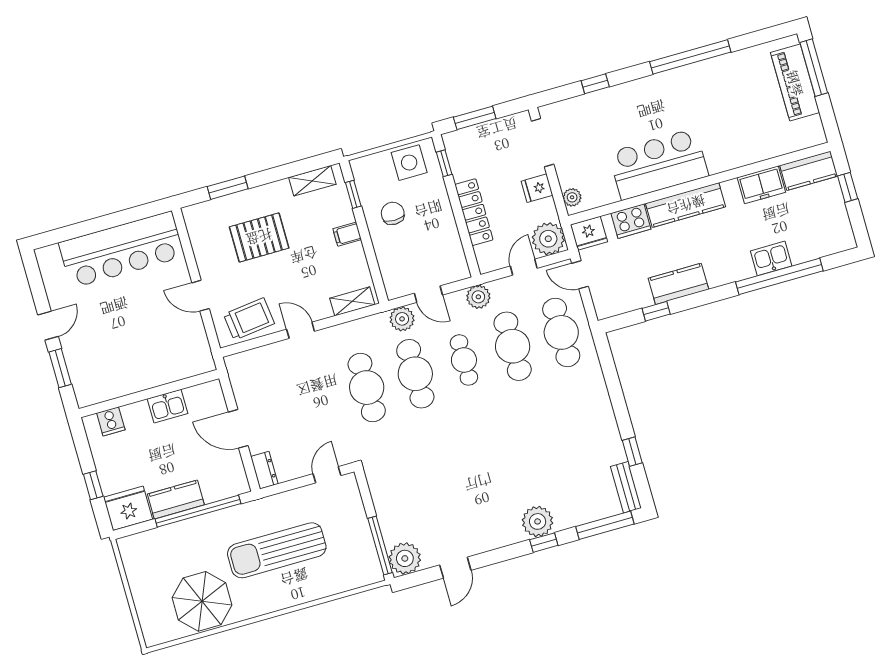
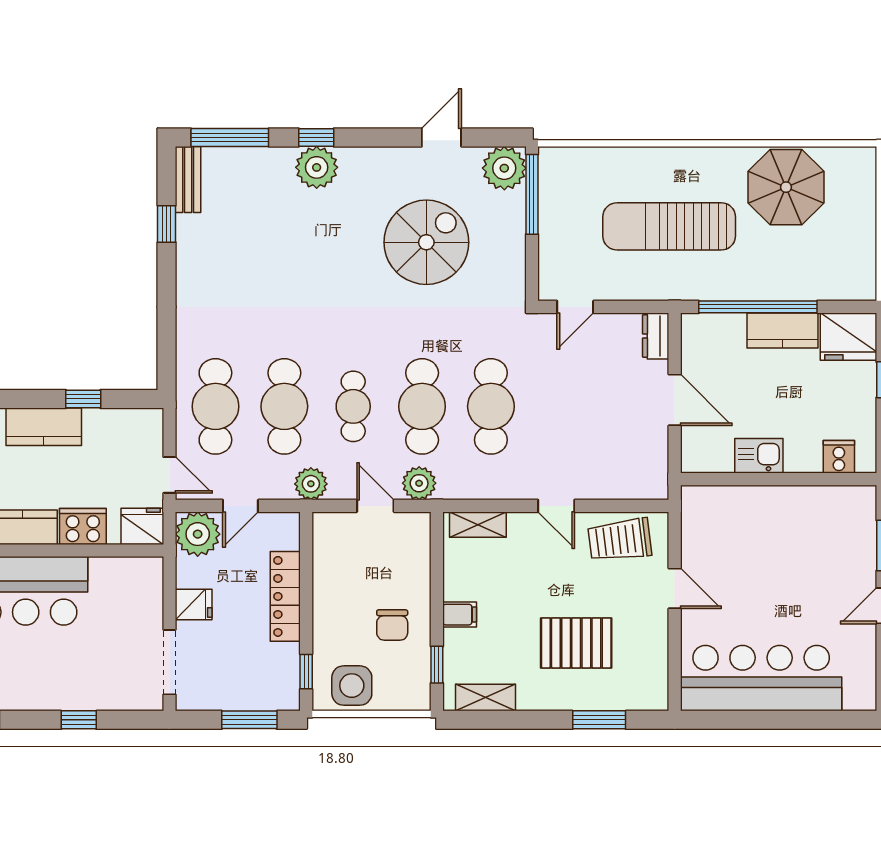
plant: (572, 197) -> (151, 579), removed
spiral stairs: (445, 491) -> (426, 242), added
sun lounger: (277, 550) -> (669, 226), turned 180

